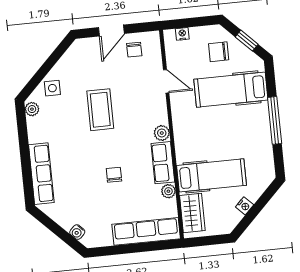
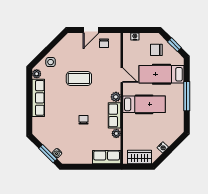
door: (166, 81) -> (122, 75), moved
coffee table: (100, 110) -> (79, 78), turned 90
row of seats: (41, 174) -> (38, 98), moved
hospital bed: (212, 175) -> (144, 104), moved
wardrobe: (192, 213) -> (140, 157), moved, turned -90
row of seats: (146, 231) -> (107, 157), width x0.68
window: (63, 234) -> (48, 154), added

